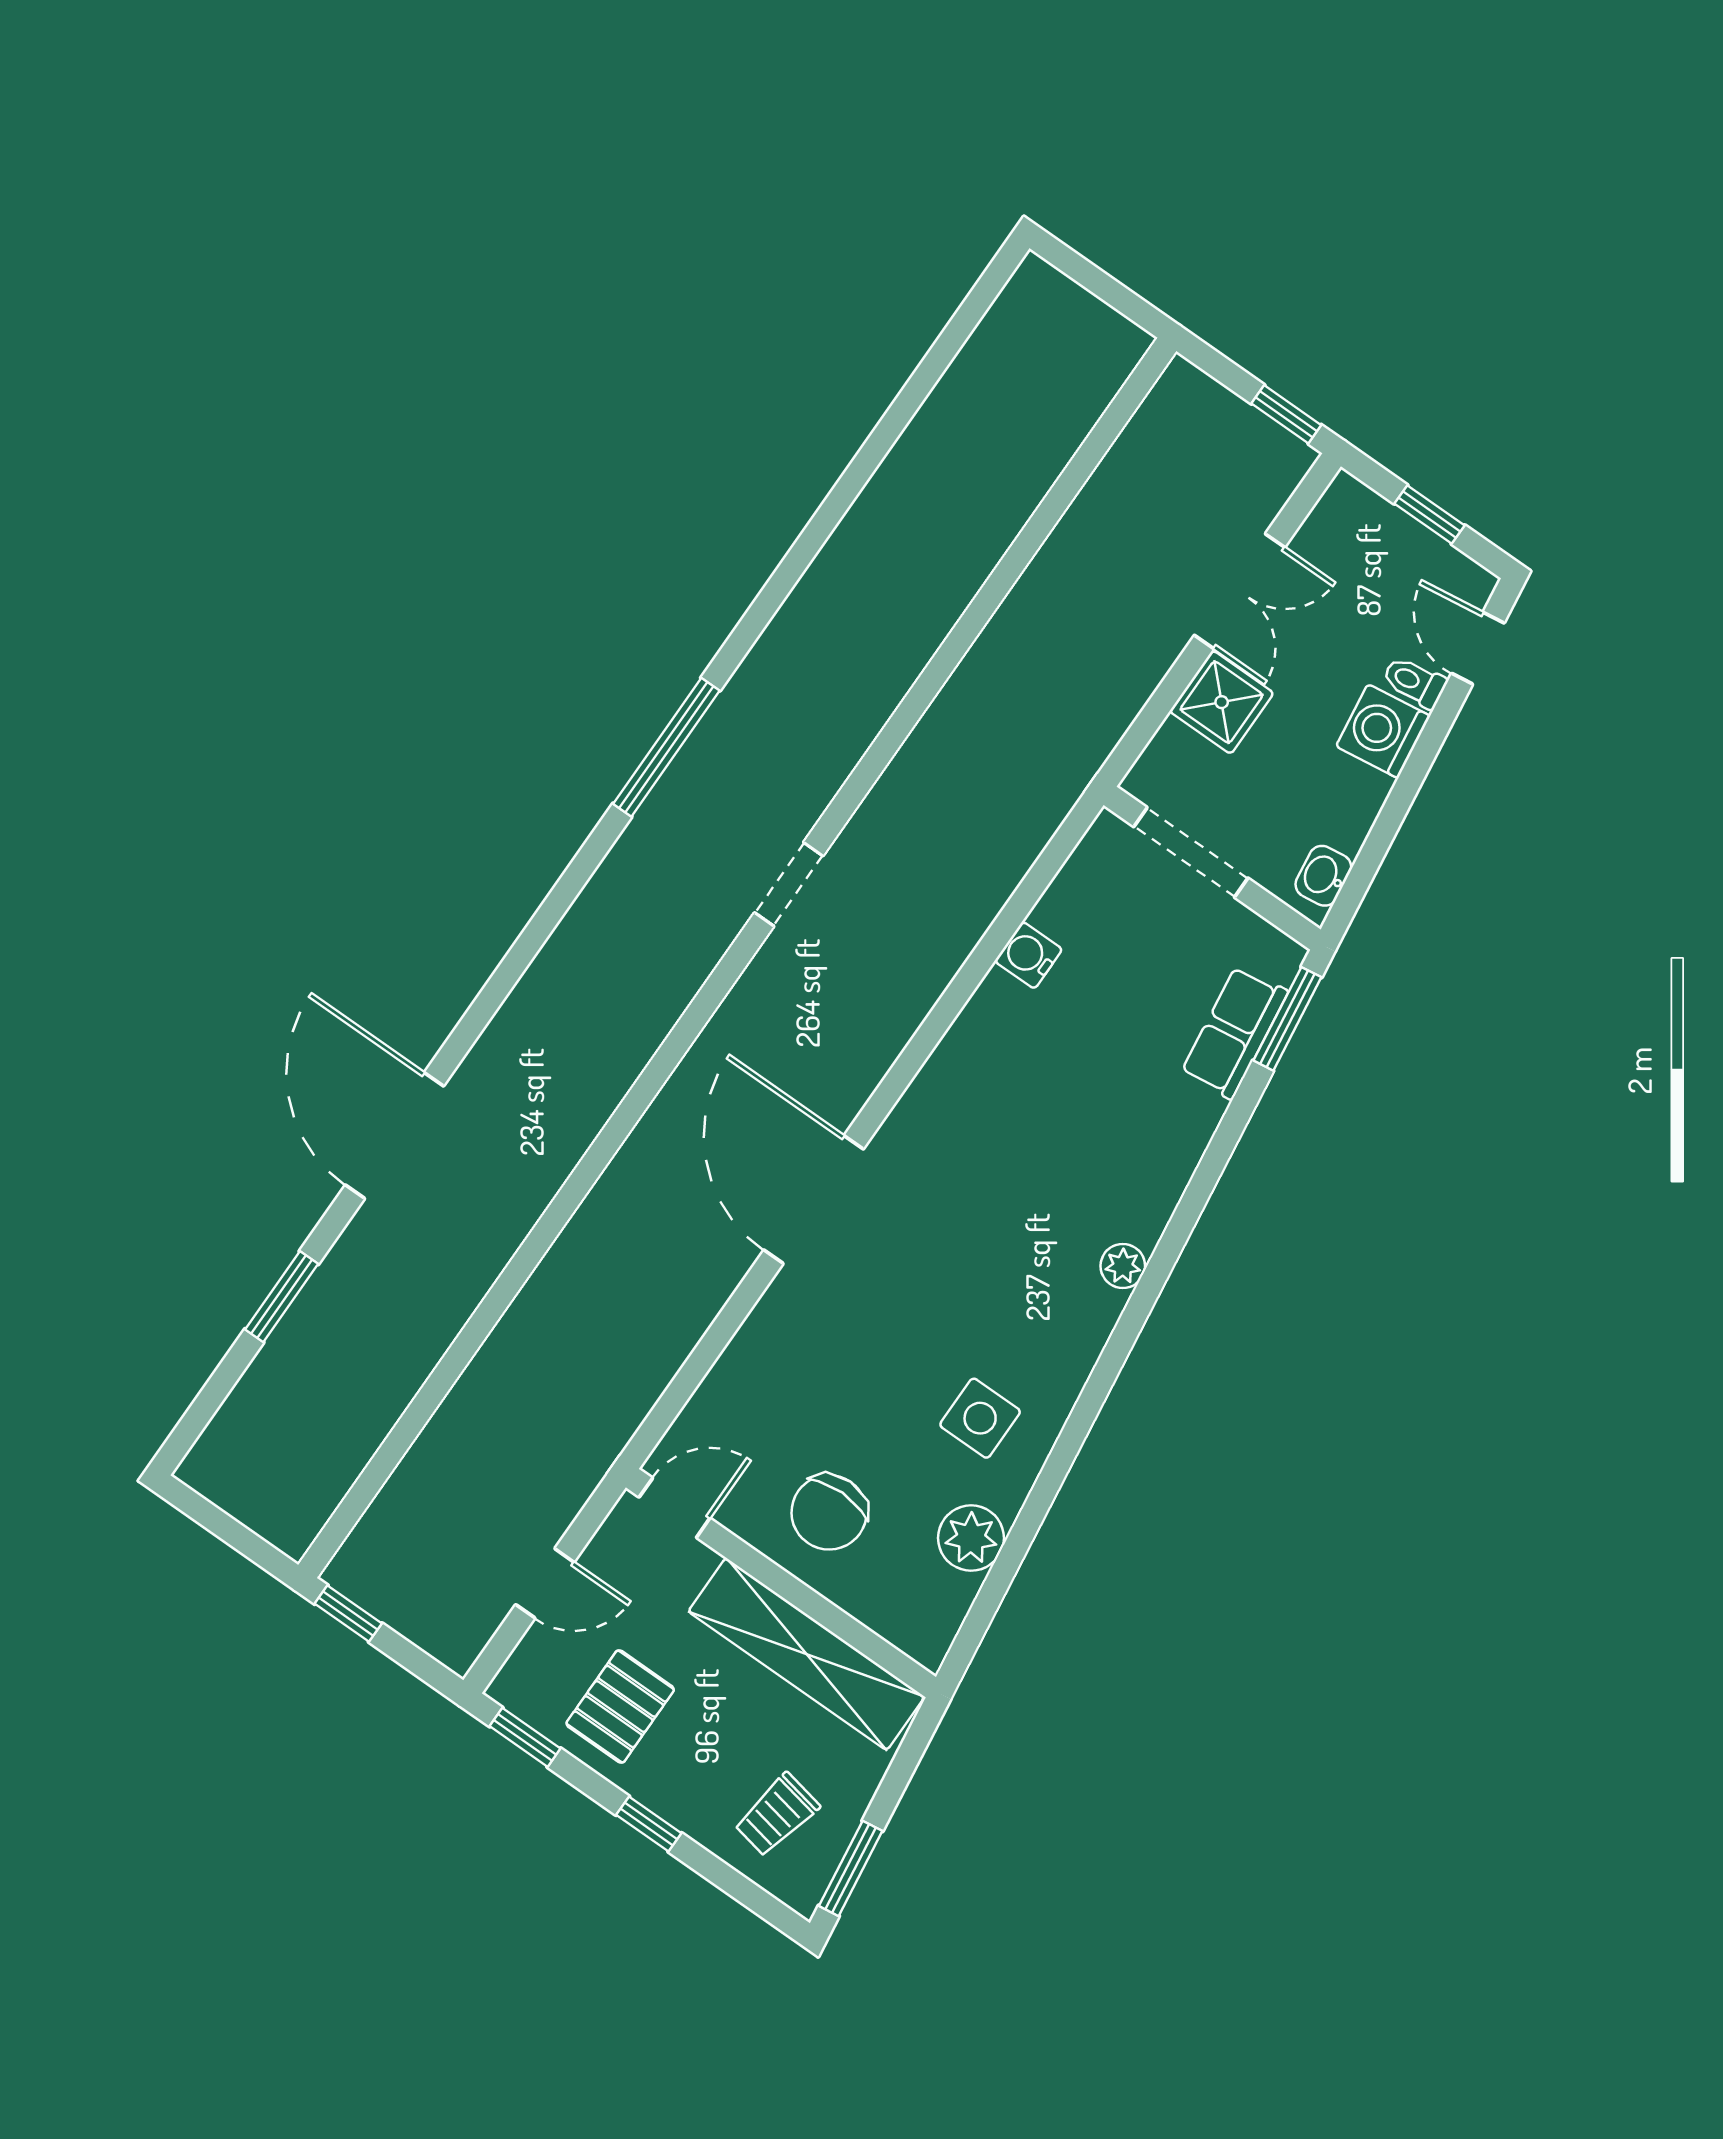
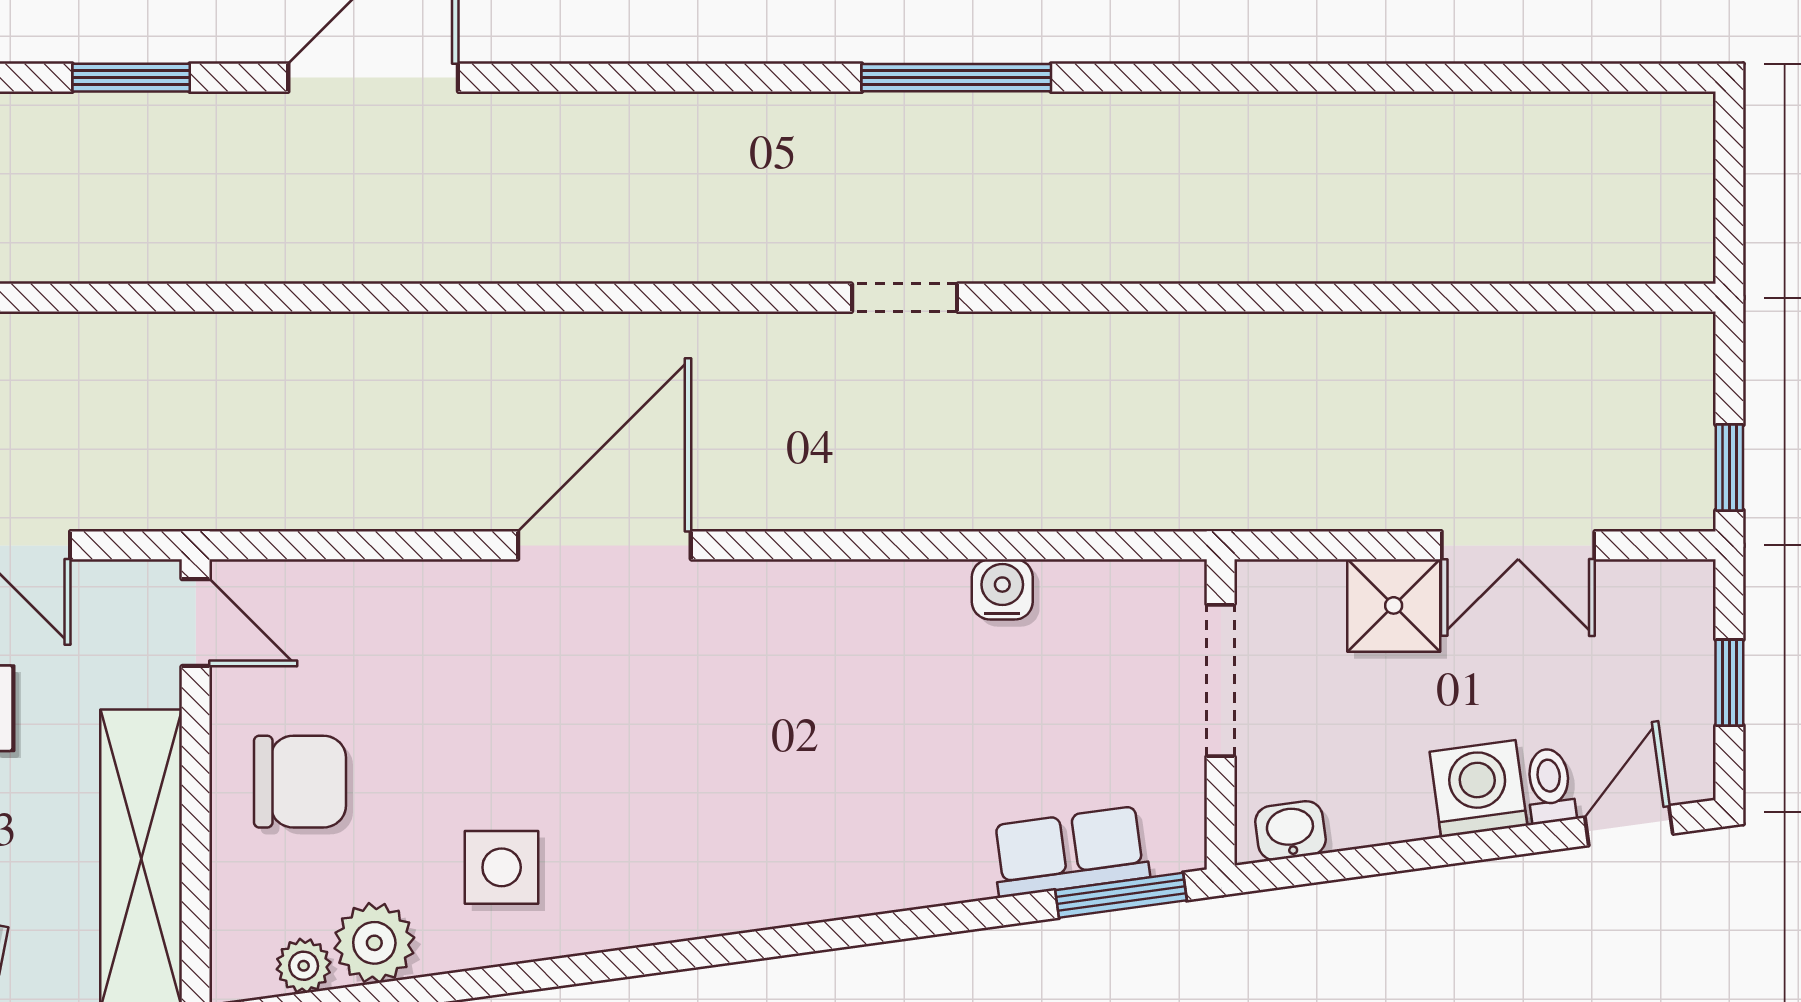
plant: (1123, 1266) -> (304, 966), moved
chair: (829, 1512) -> (300, 782), turned 180

